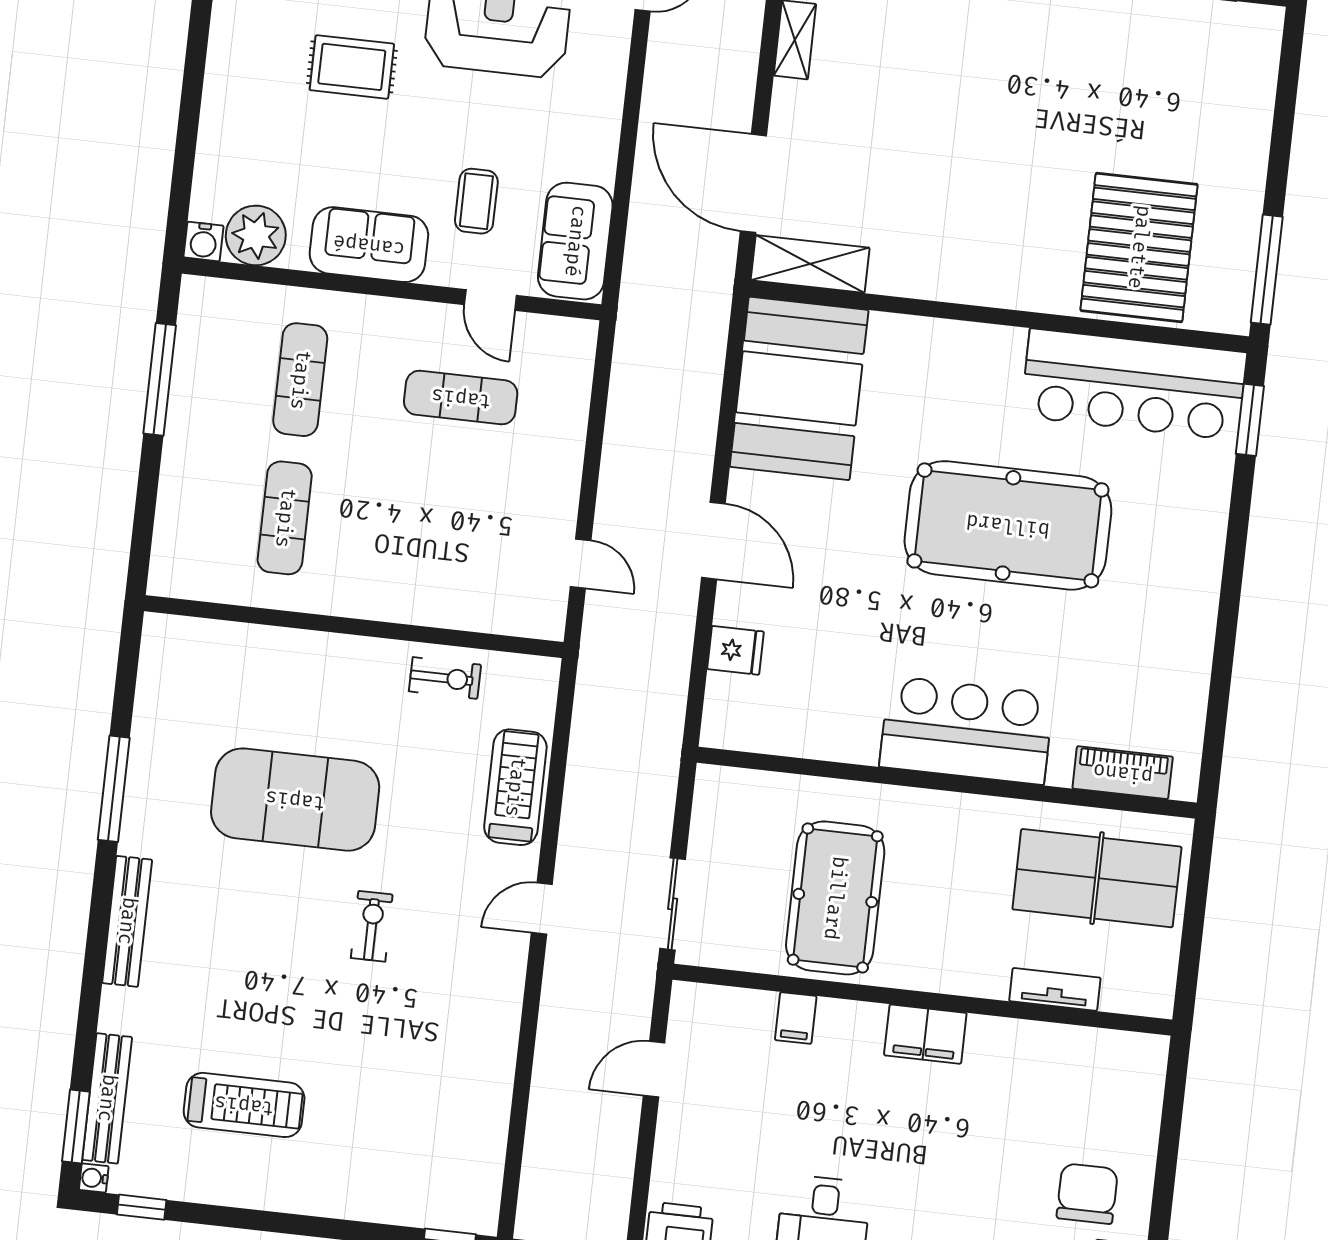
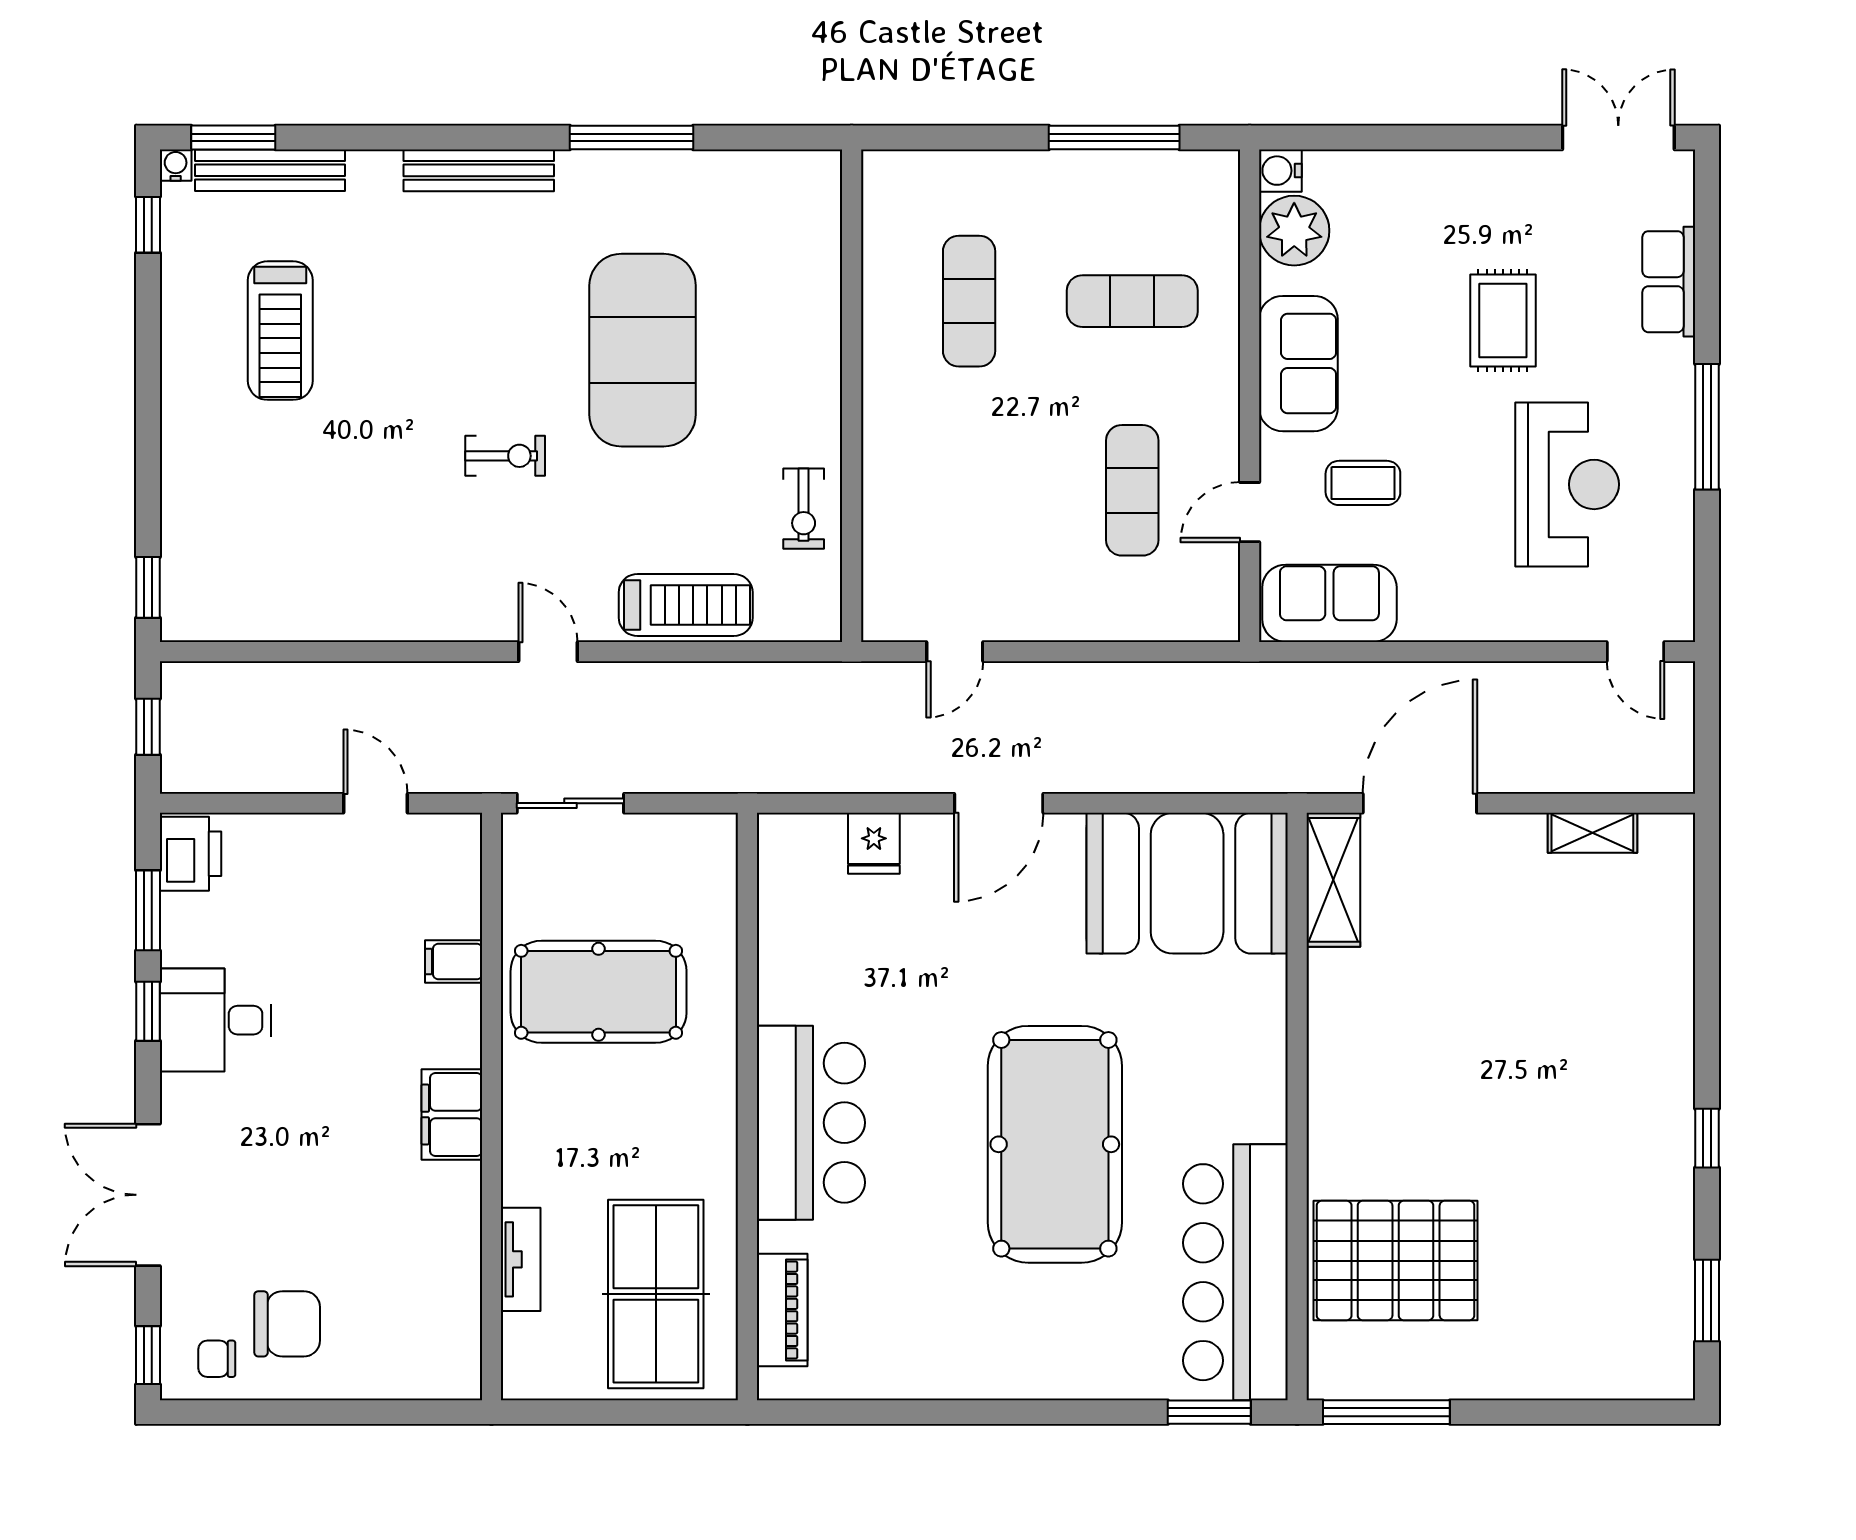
exercise mat: (285, 518) -> (969, 301), turned 90

